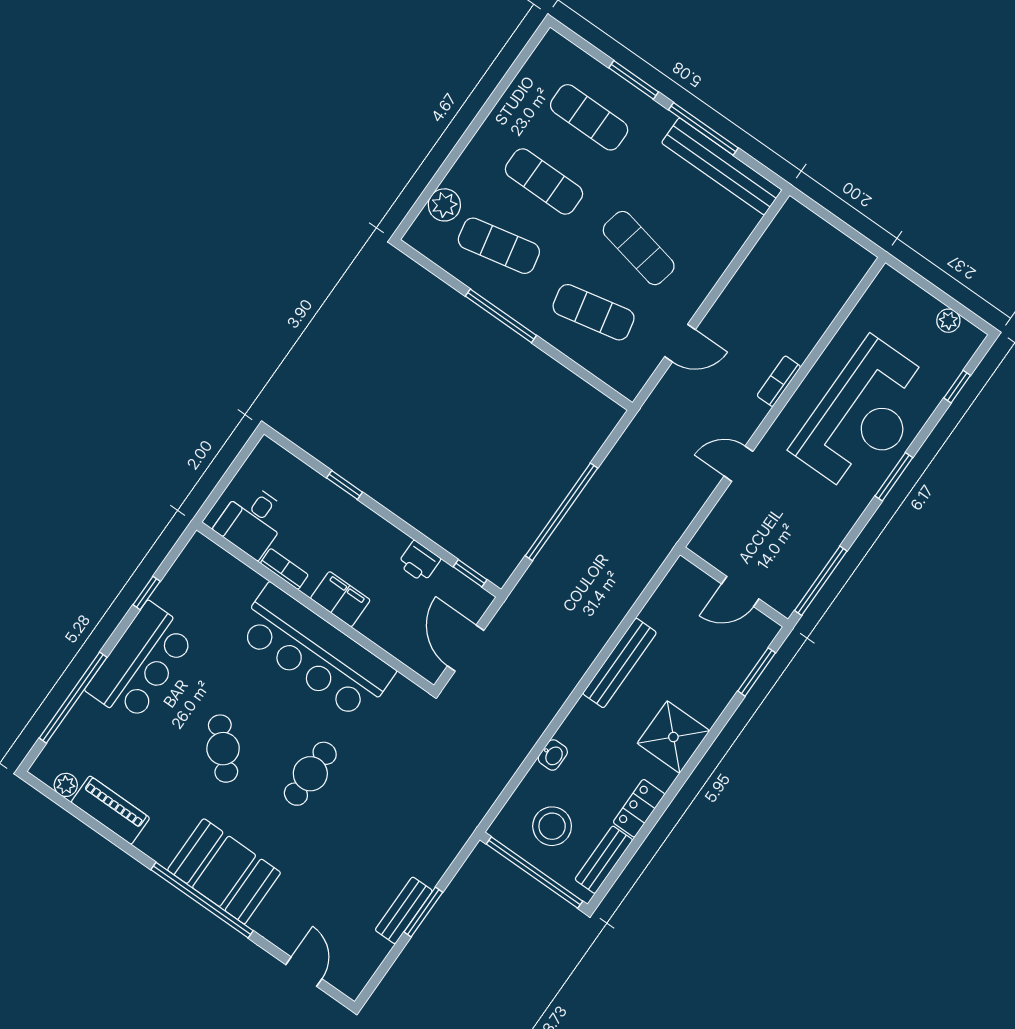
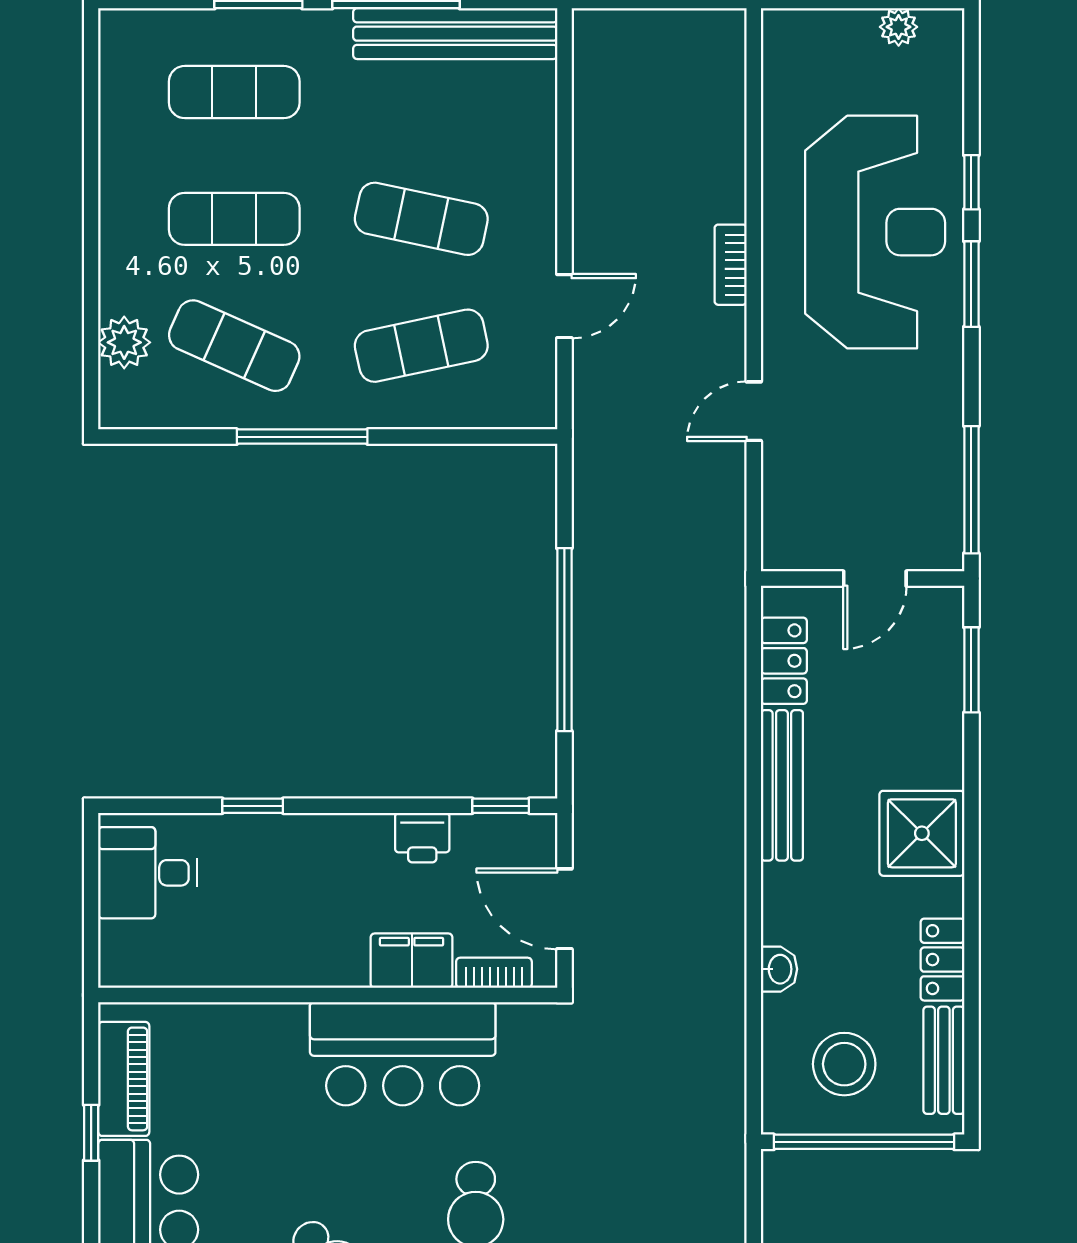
exercise mat: (499, 246) -> (234, 346), turned 36
window: (957, 387) -> (971, 182), moved
desk: (252, 521) -> (147, 873), moved, turned 90
bookcase: (284, 569) -> (494, 973), moved
piano: (182, 577) -> (124, 1079), added
filing cabinet: (340, 599) -> (412, 961), moved
locker: (665, 601) -> (784, 661), added
bar counter: (315, 652) -> (403, 1054), width x0.73

